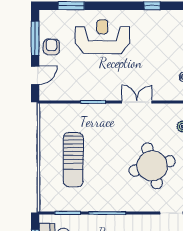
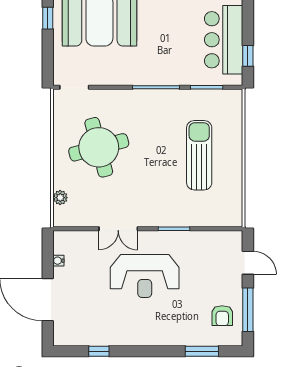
reception desk: (102, 37) -> (145, 276), moved
armchair: (51, 47) -> (222, 316), moved
door: (35, 75) -> (248, 263), swing flipped

